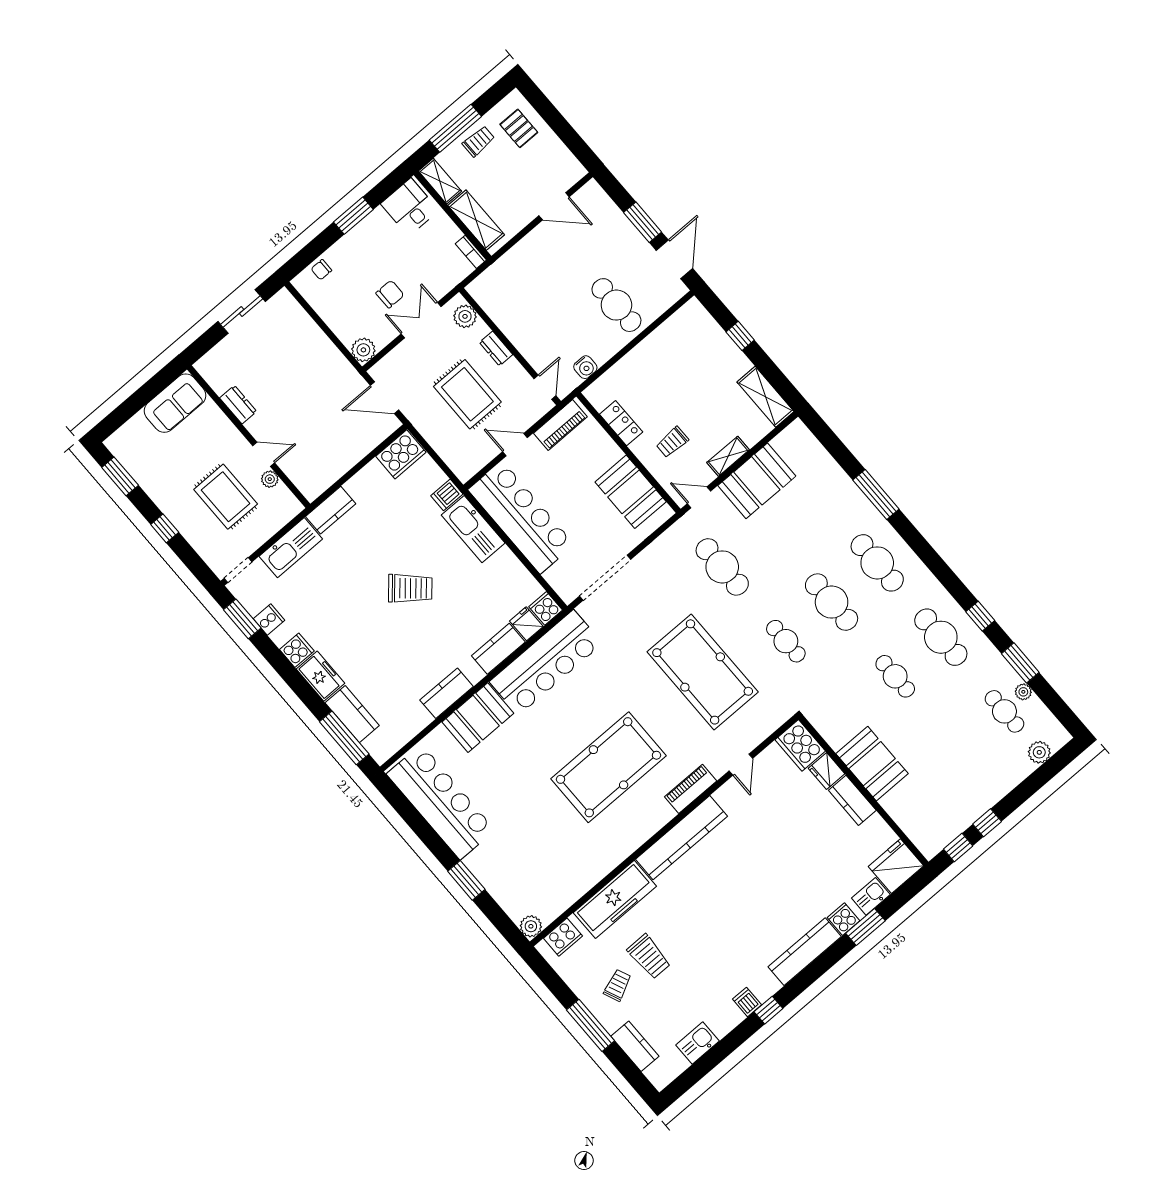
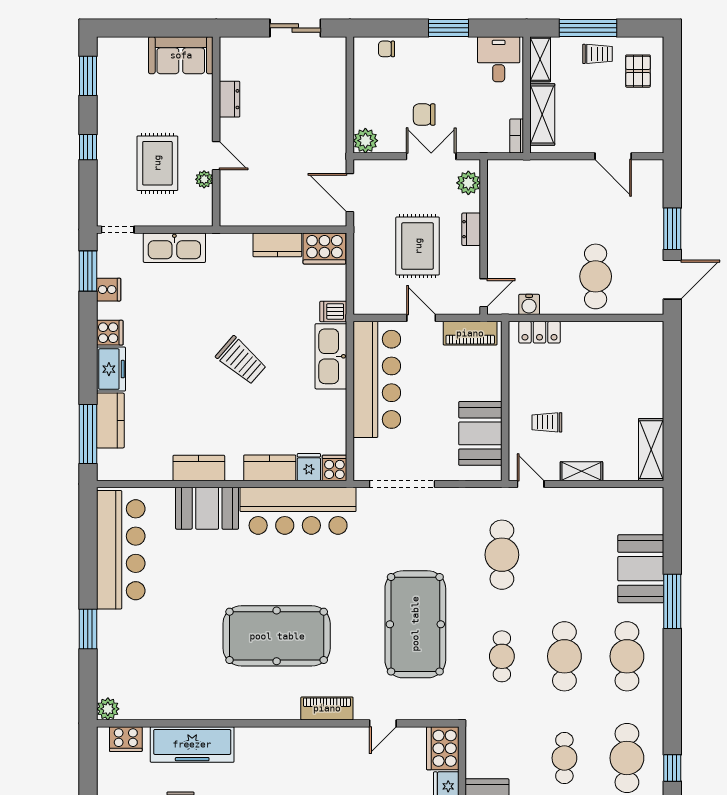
chair: (390, 294) -> (424, 115), turned 180
window: (740, 336) -> (672, 384), removed
locker: (621, 423) -> (539, 332), moved, turned 90
booth: (757, 481) -> (641, 569), moved, turned 90
kitchen counter: (331, 510) -> (277, 245), moved
kitchen counter: (681, 838) -> (287, 741), removed

